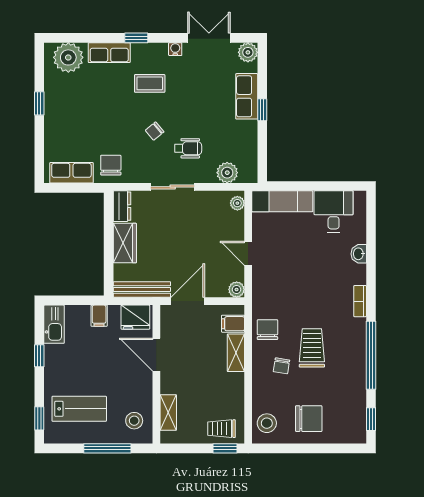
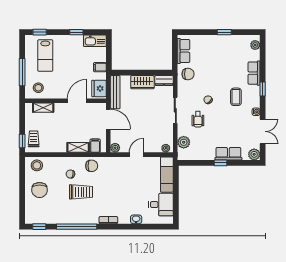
plant: (68, 57) -> (255, 45), width x0.53, depth x0.53

